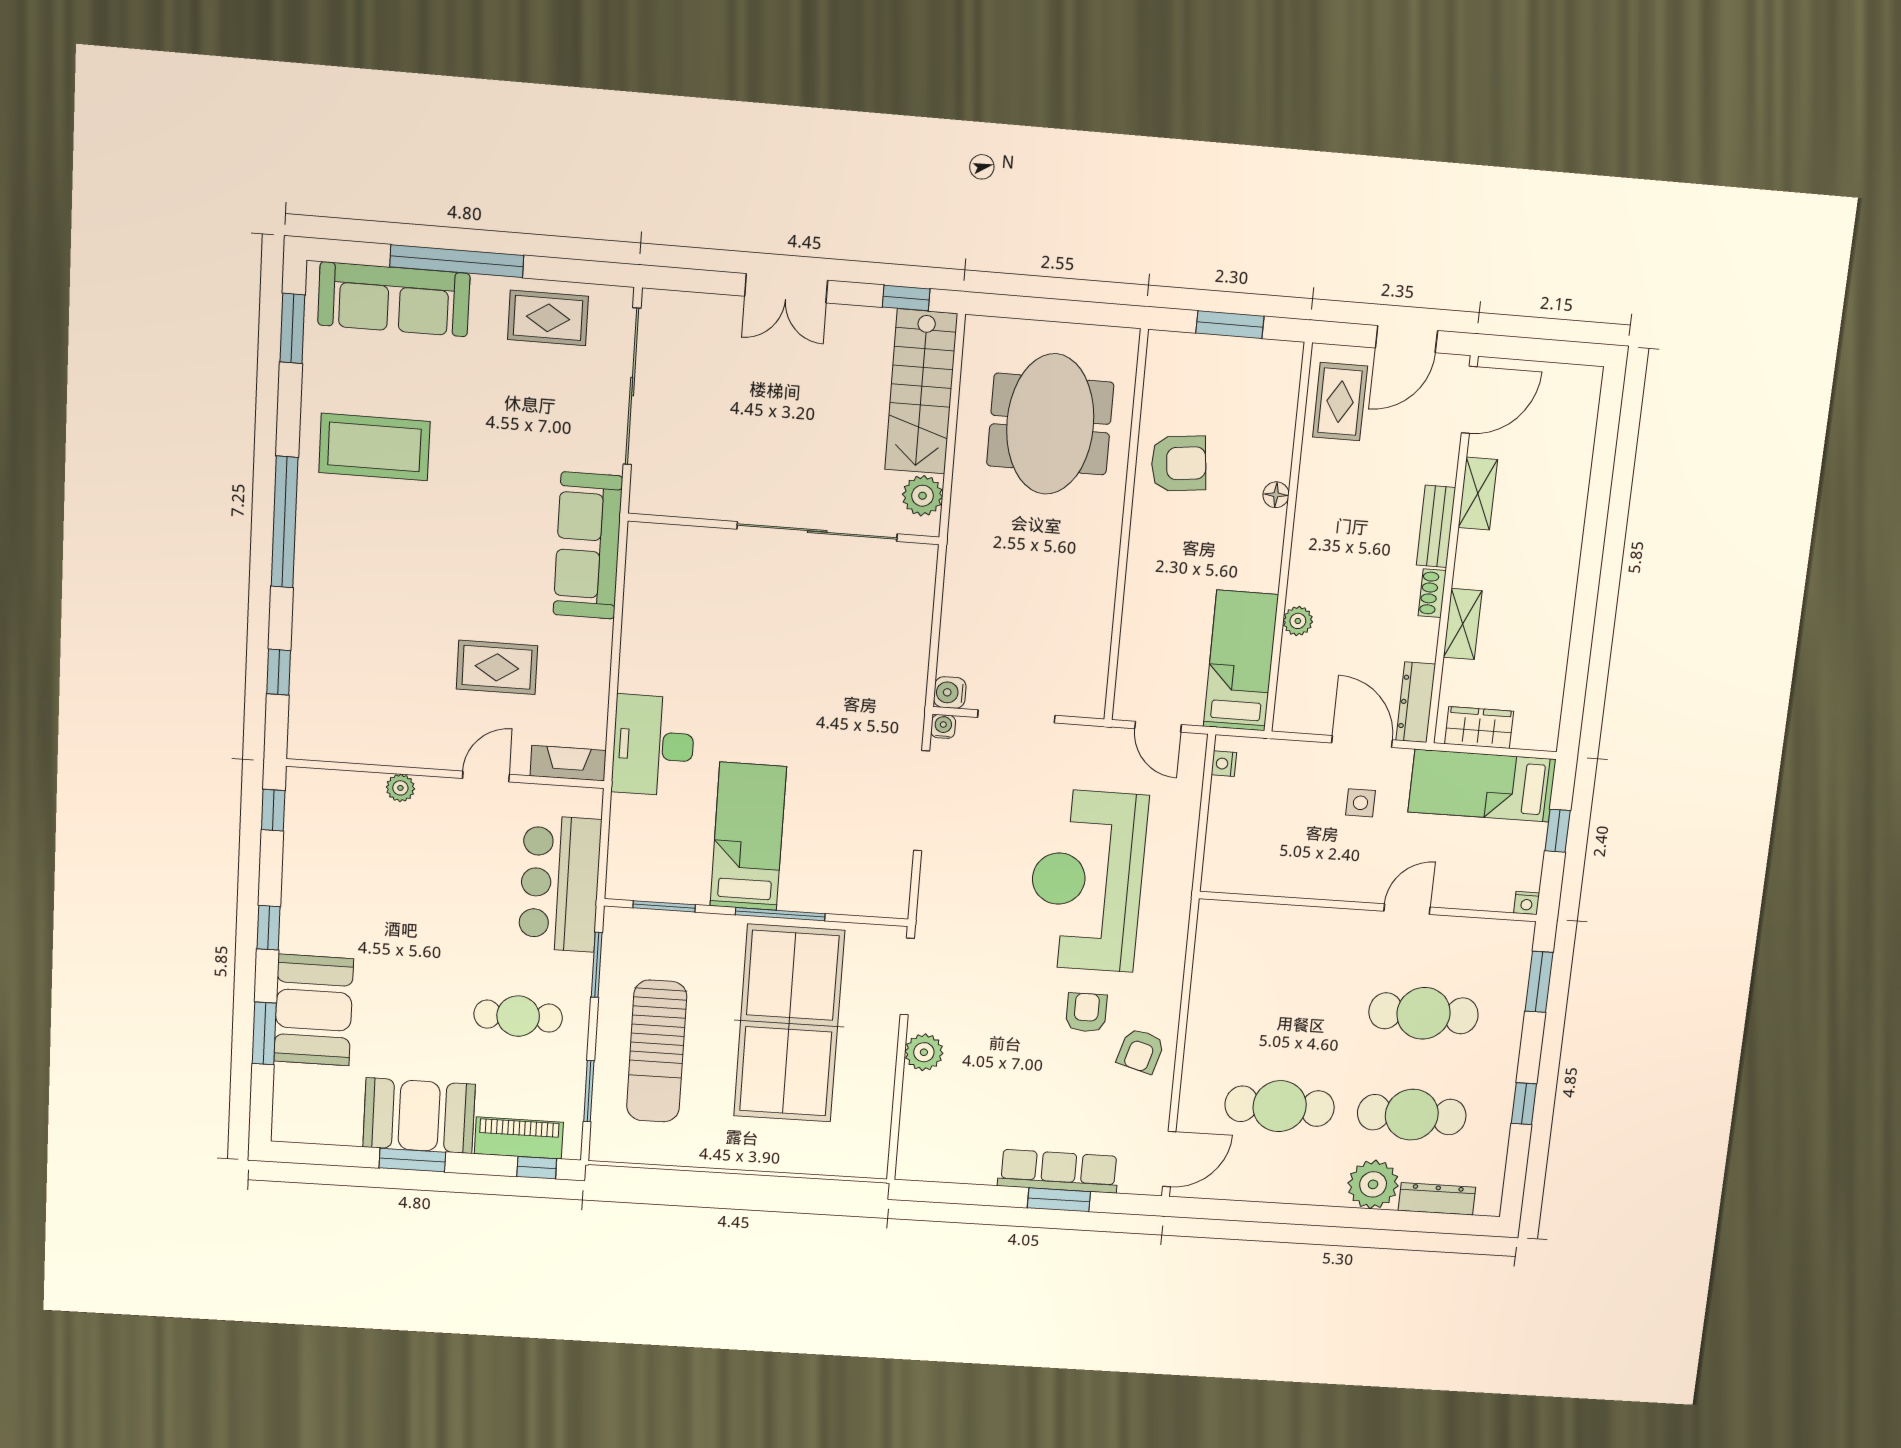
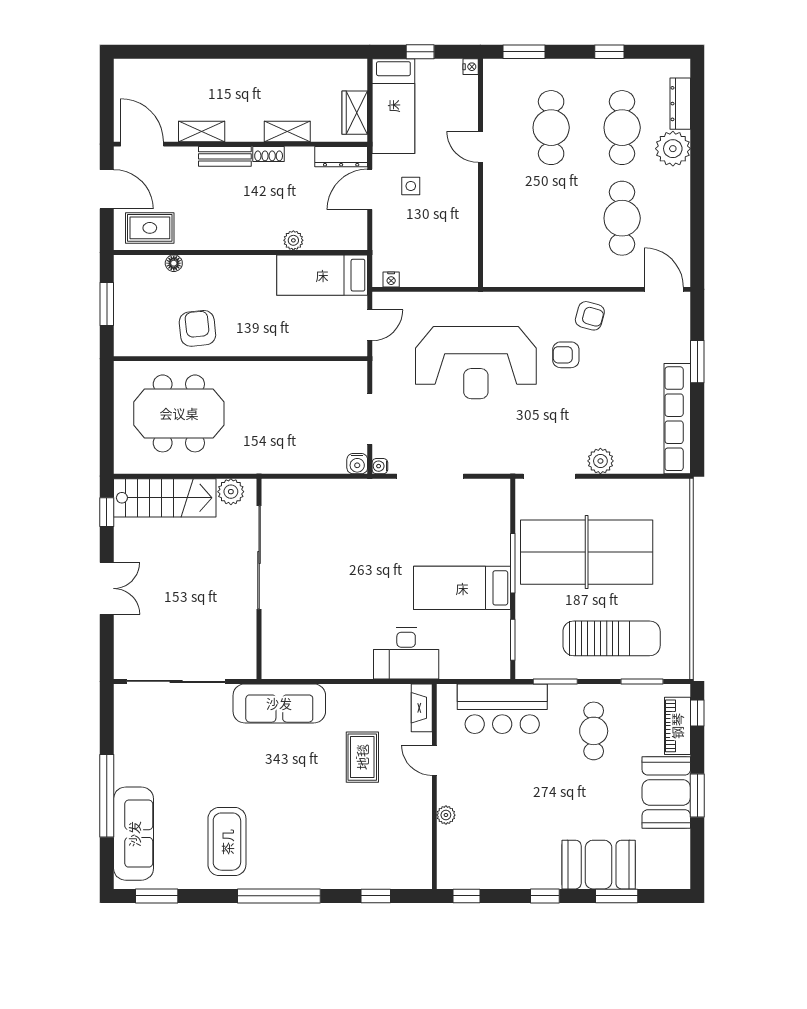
rug: (548, 318) -> (137, 737), removed
floor lamp: (1276, 495) -> (174, 263), moved
row of seats: (1058, 1171) -> (677, 419), moved, width x1.36

